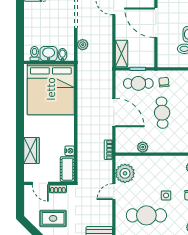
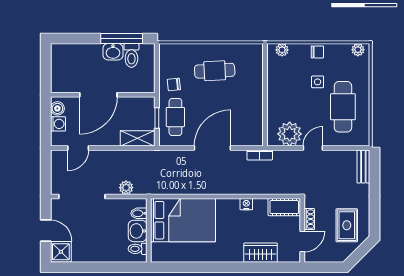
bed: (51, 89) -> (183, 220), width x0.73
cafe table: (162, 113) -> (215, 71), moved
plant: (143, 147) -> (256, 111), removed
nightstand: (70, 151) -> (246, 204), moved
door: (114, 192) -> (313, 148), swing flipped

